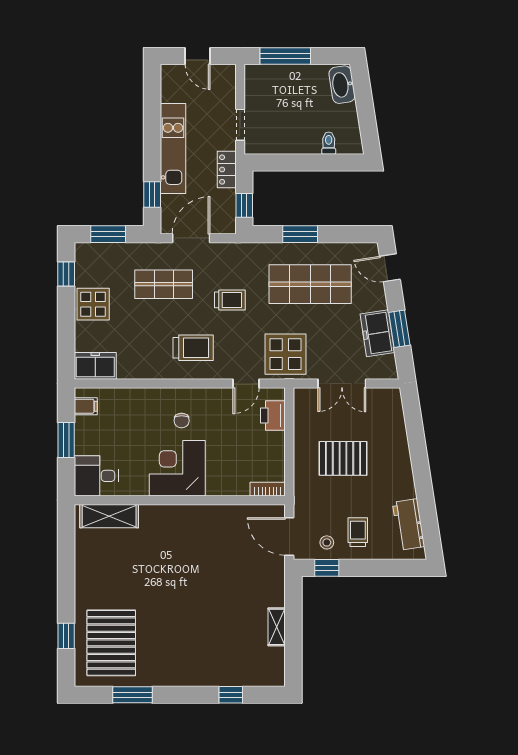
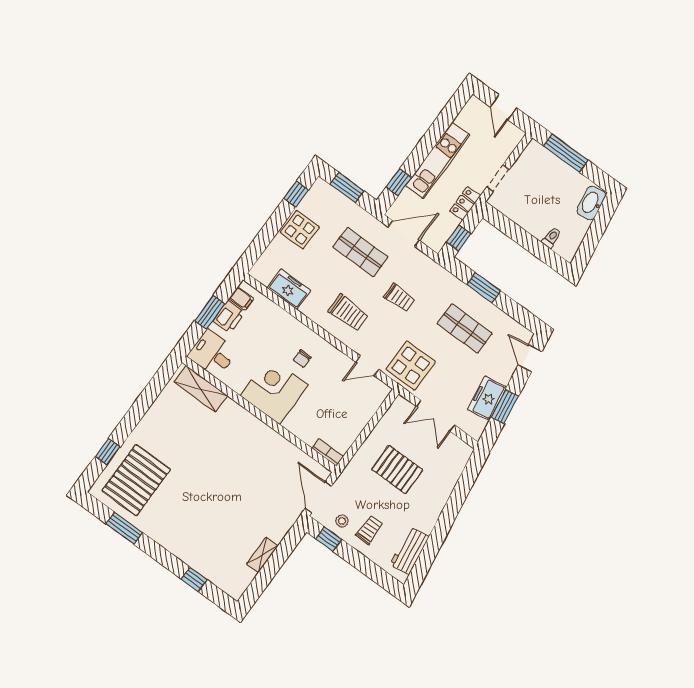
shop shelf: (310, 284) -> (465, 328), width x0.70, depth x0.74
freezer: (95, 366) -> (289, 289), moved
printer: (273, 416) -> (229, 317), moved, turned 180

